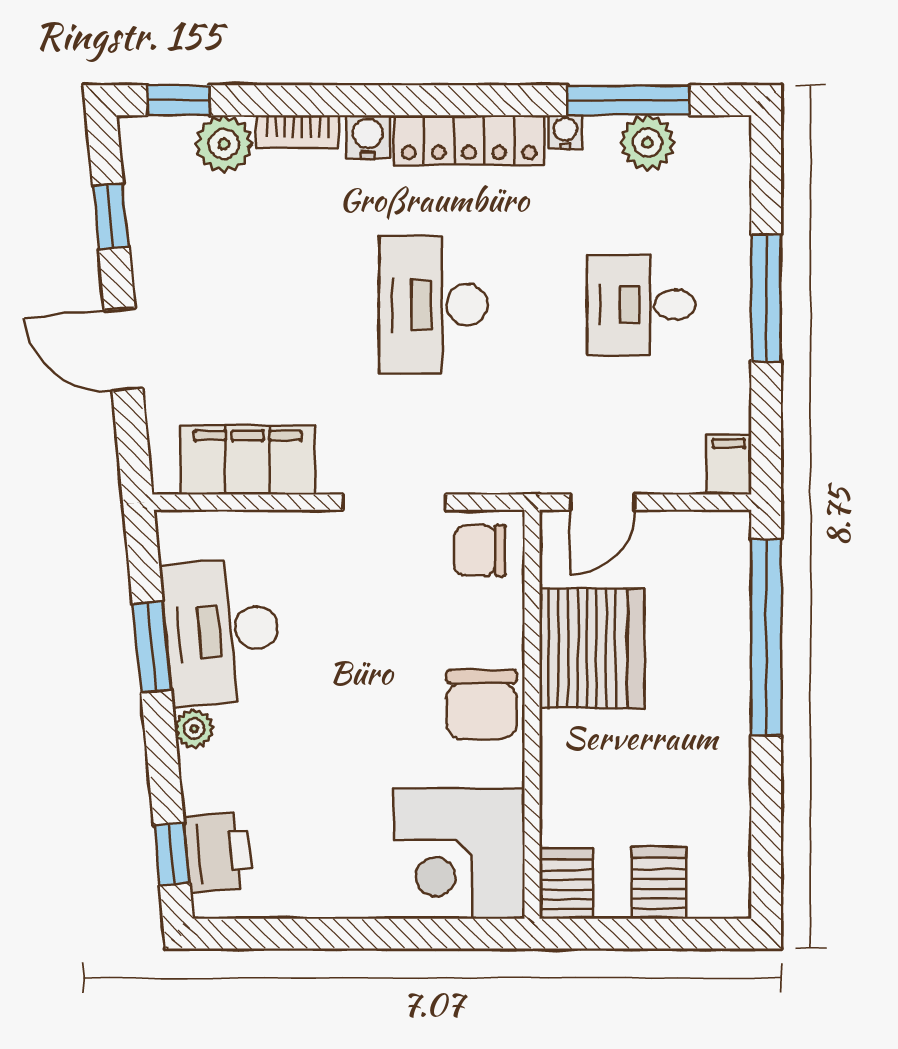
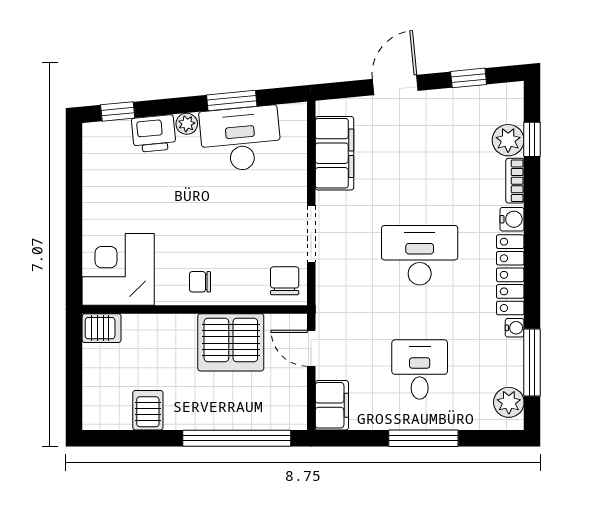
window: (179, 100) -> (532, 139), moved
plant: (647, 143) -> (509, 402), moved
filing cabinet: (729, 465) -> (332, 405), width x2.00
chair: (482, 704) -> (200, 282), width x0.54, depth x0.54
printer: (218, 852) -> (154, 134), moved
server rack: (659, 883) -> (148, 410), moved, turned -90

